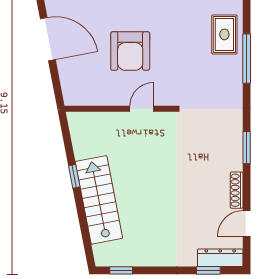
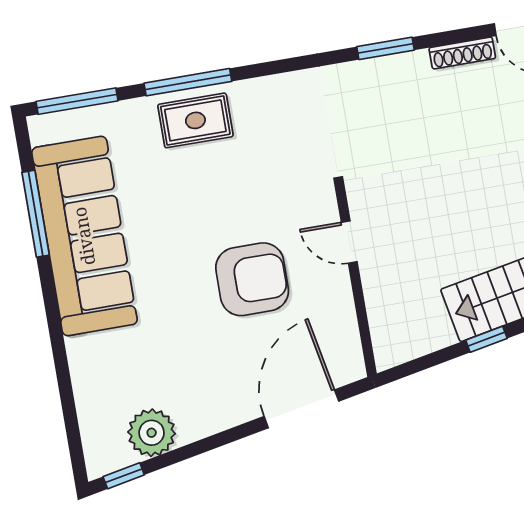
door: (48, 39) -> (301, 409), moved
window: (247, 59) -> (188, 82), moved

